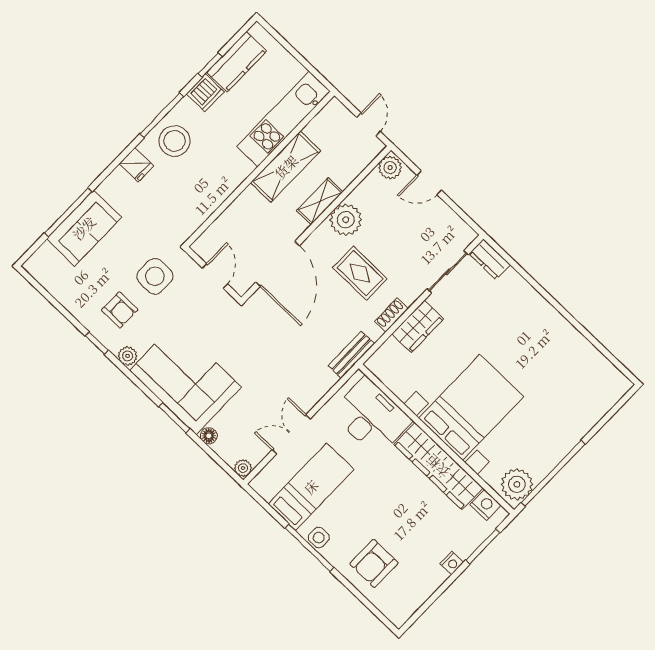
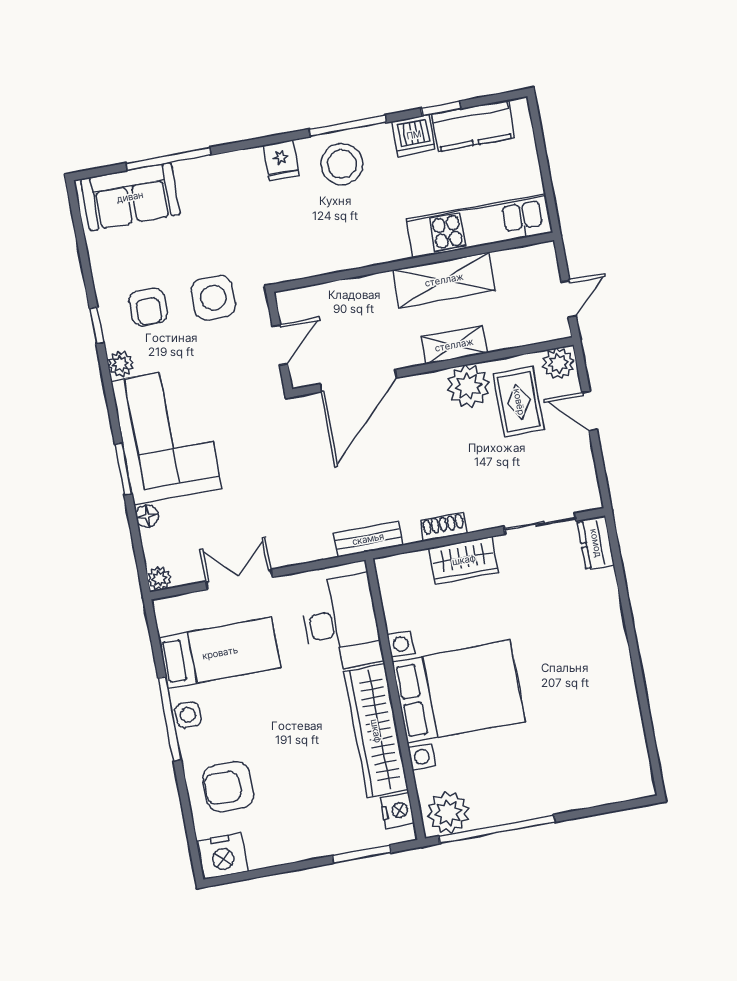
sofa: (84, 228) -> (130, 197), moved
rug: (360, 273) -> (519, 402), moved
nightstand: (452, 563) -> (223, 856), moved, width x1.89, depth x1.79

